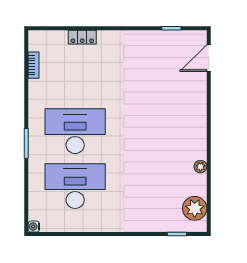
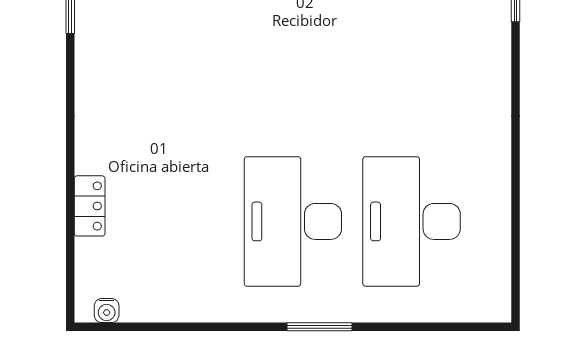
bookcase: (34, 65) -> (150, 311), removed
water cooler: (34, 227) -> (107, 311), moved

